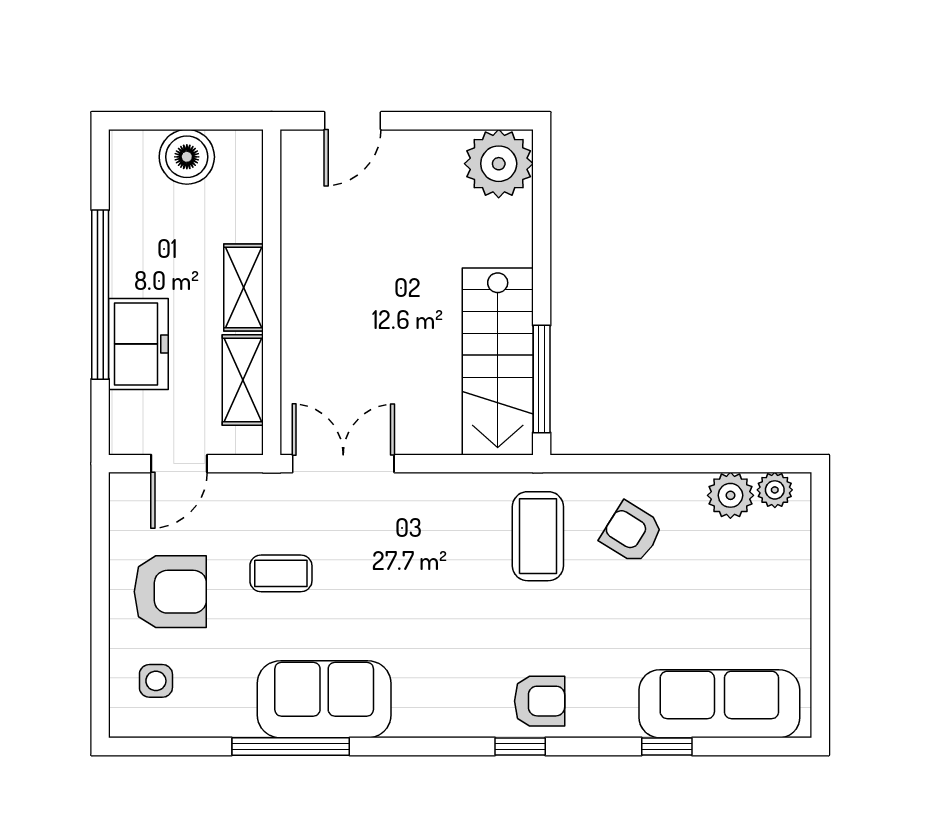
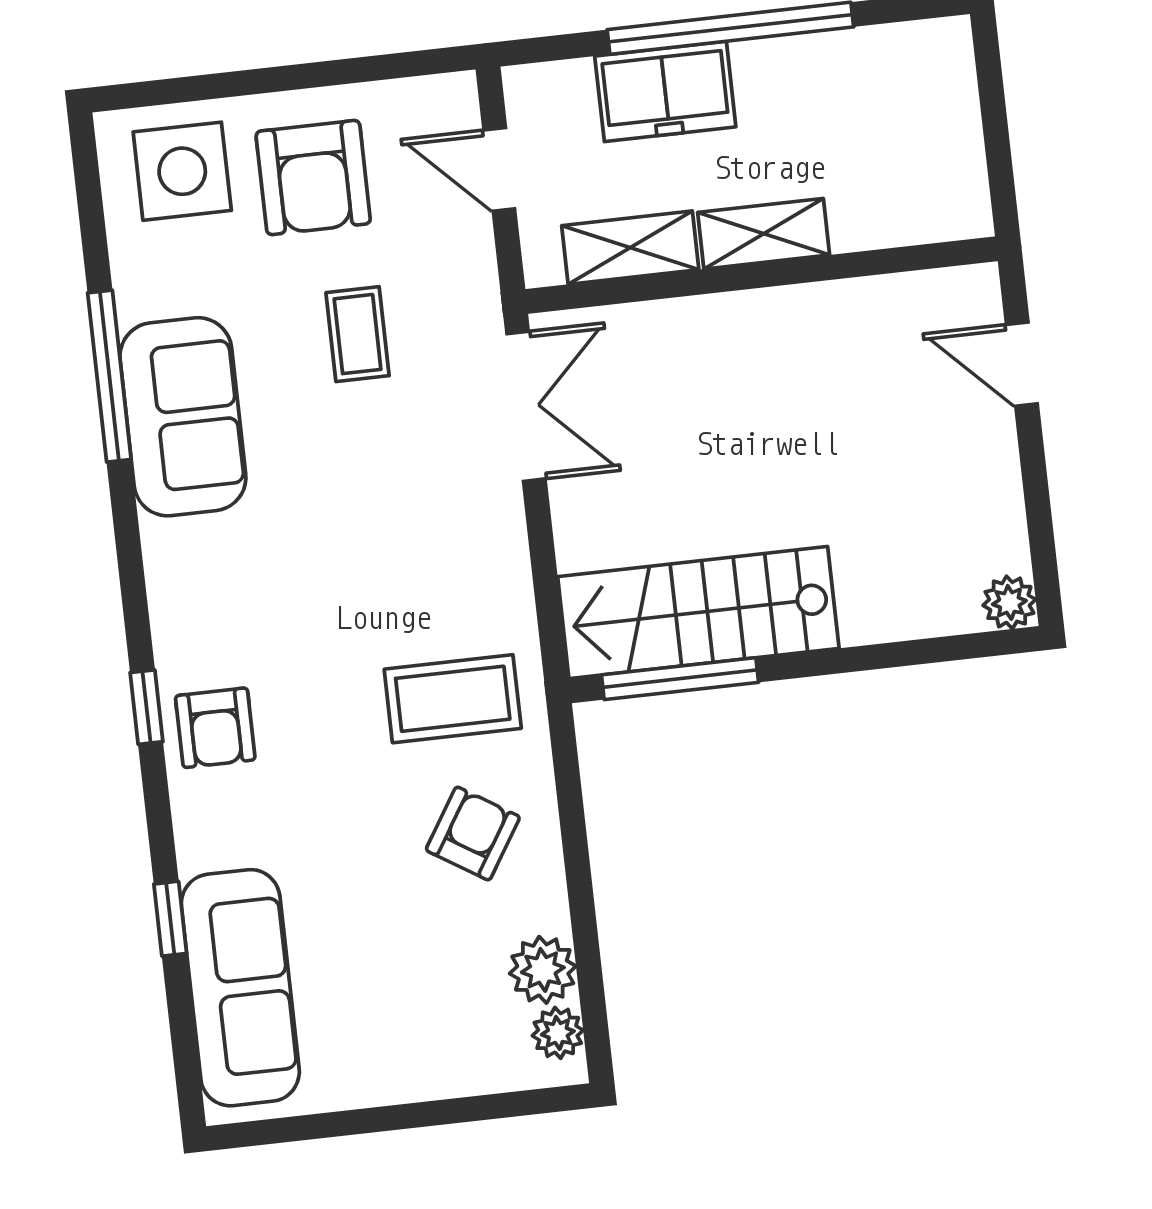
boiler: (187, 157) -> (943, 131), removed
plant: (499, 164) -> (1009, 602), width x0.53, depth x0.53
side table: (156, 681) -> (182, 171), width x1.87, depth x1.87

